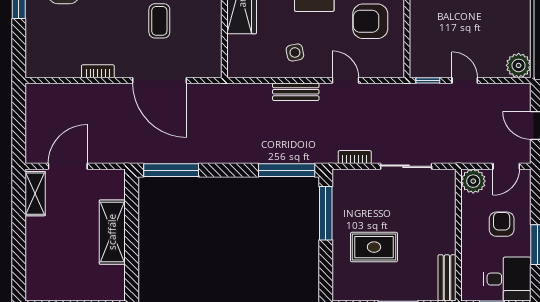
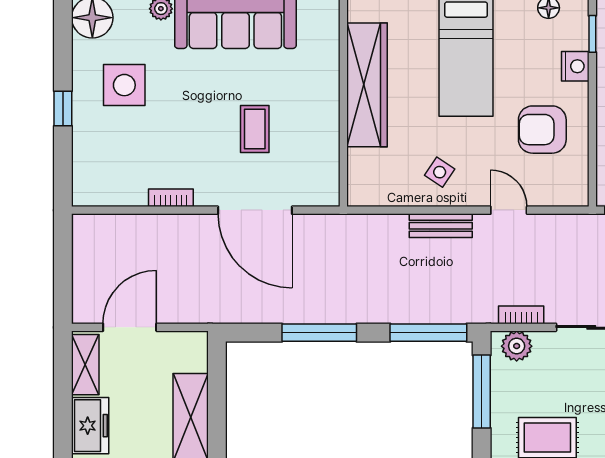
side table: (295, 52) -> (440, 172), turned 45
window: (171, 170) -> (319, 333), moved
plant: (351, 180) -> (517, 346), added
freezer: (39, 238) -> (90, 426), added

